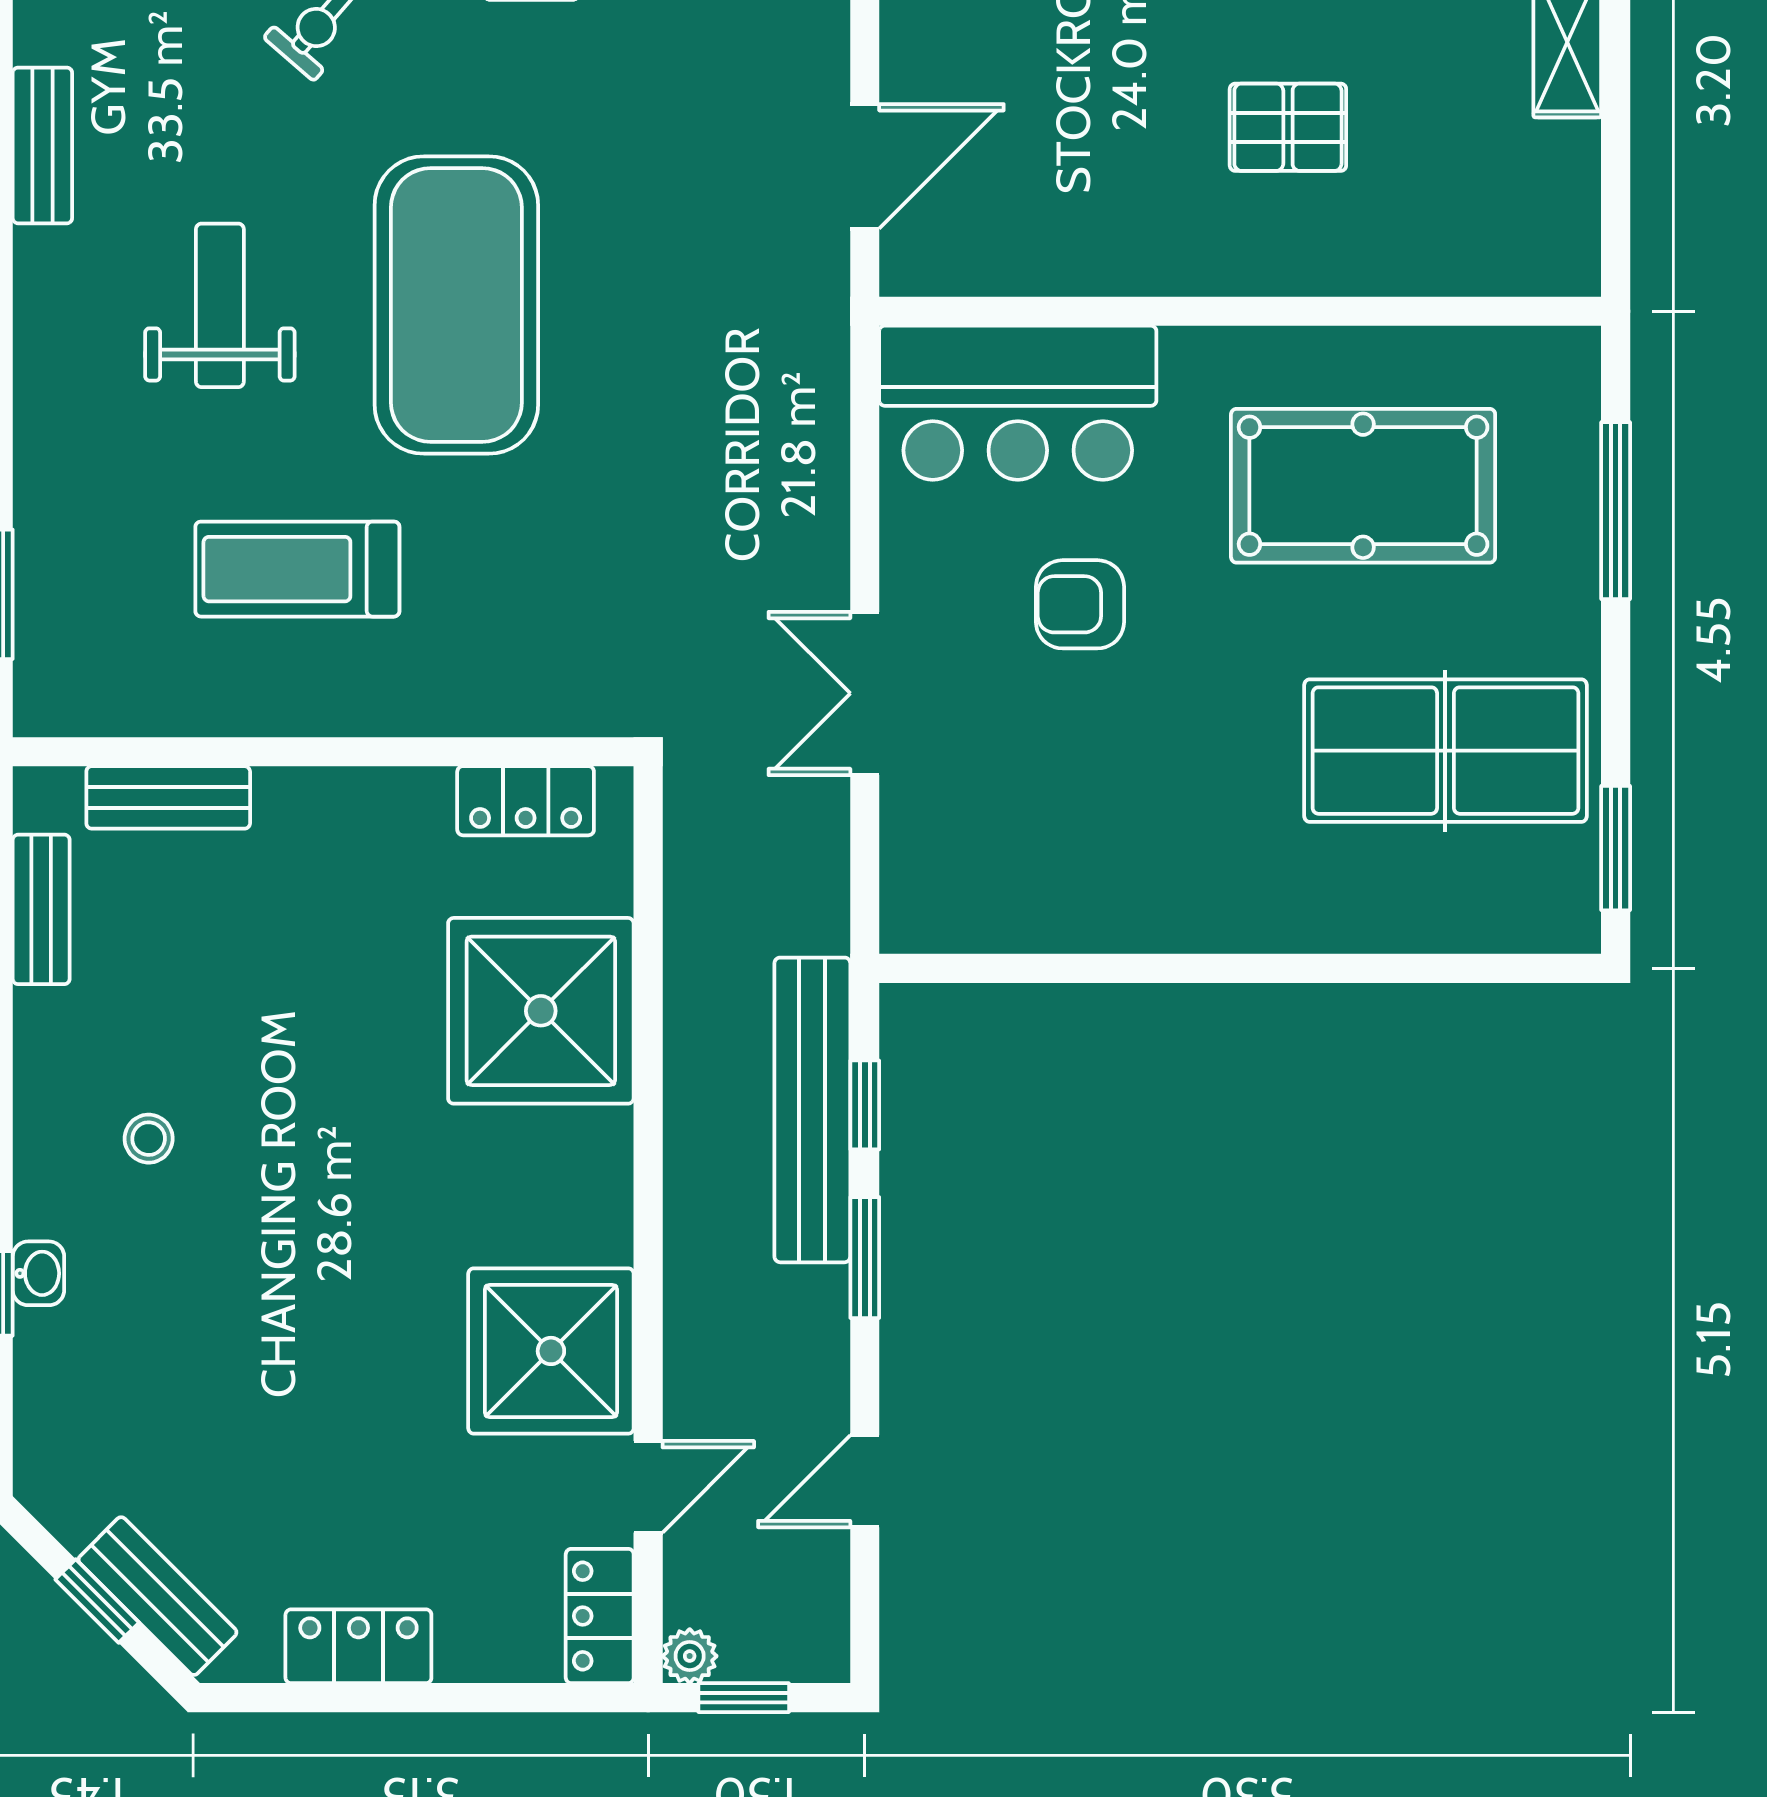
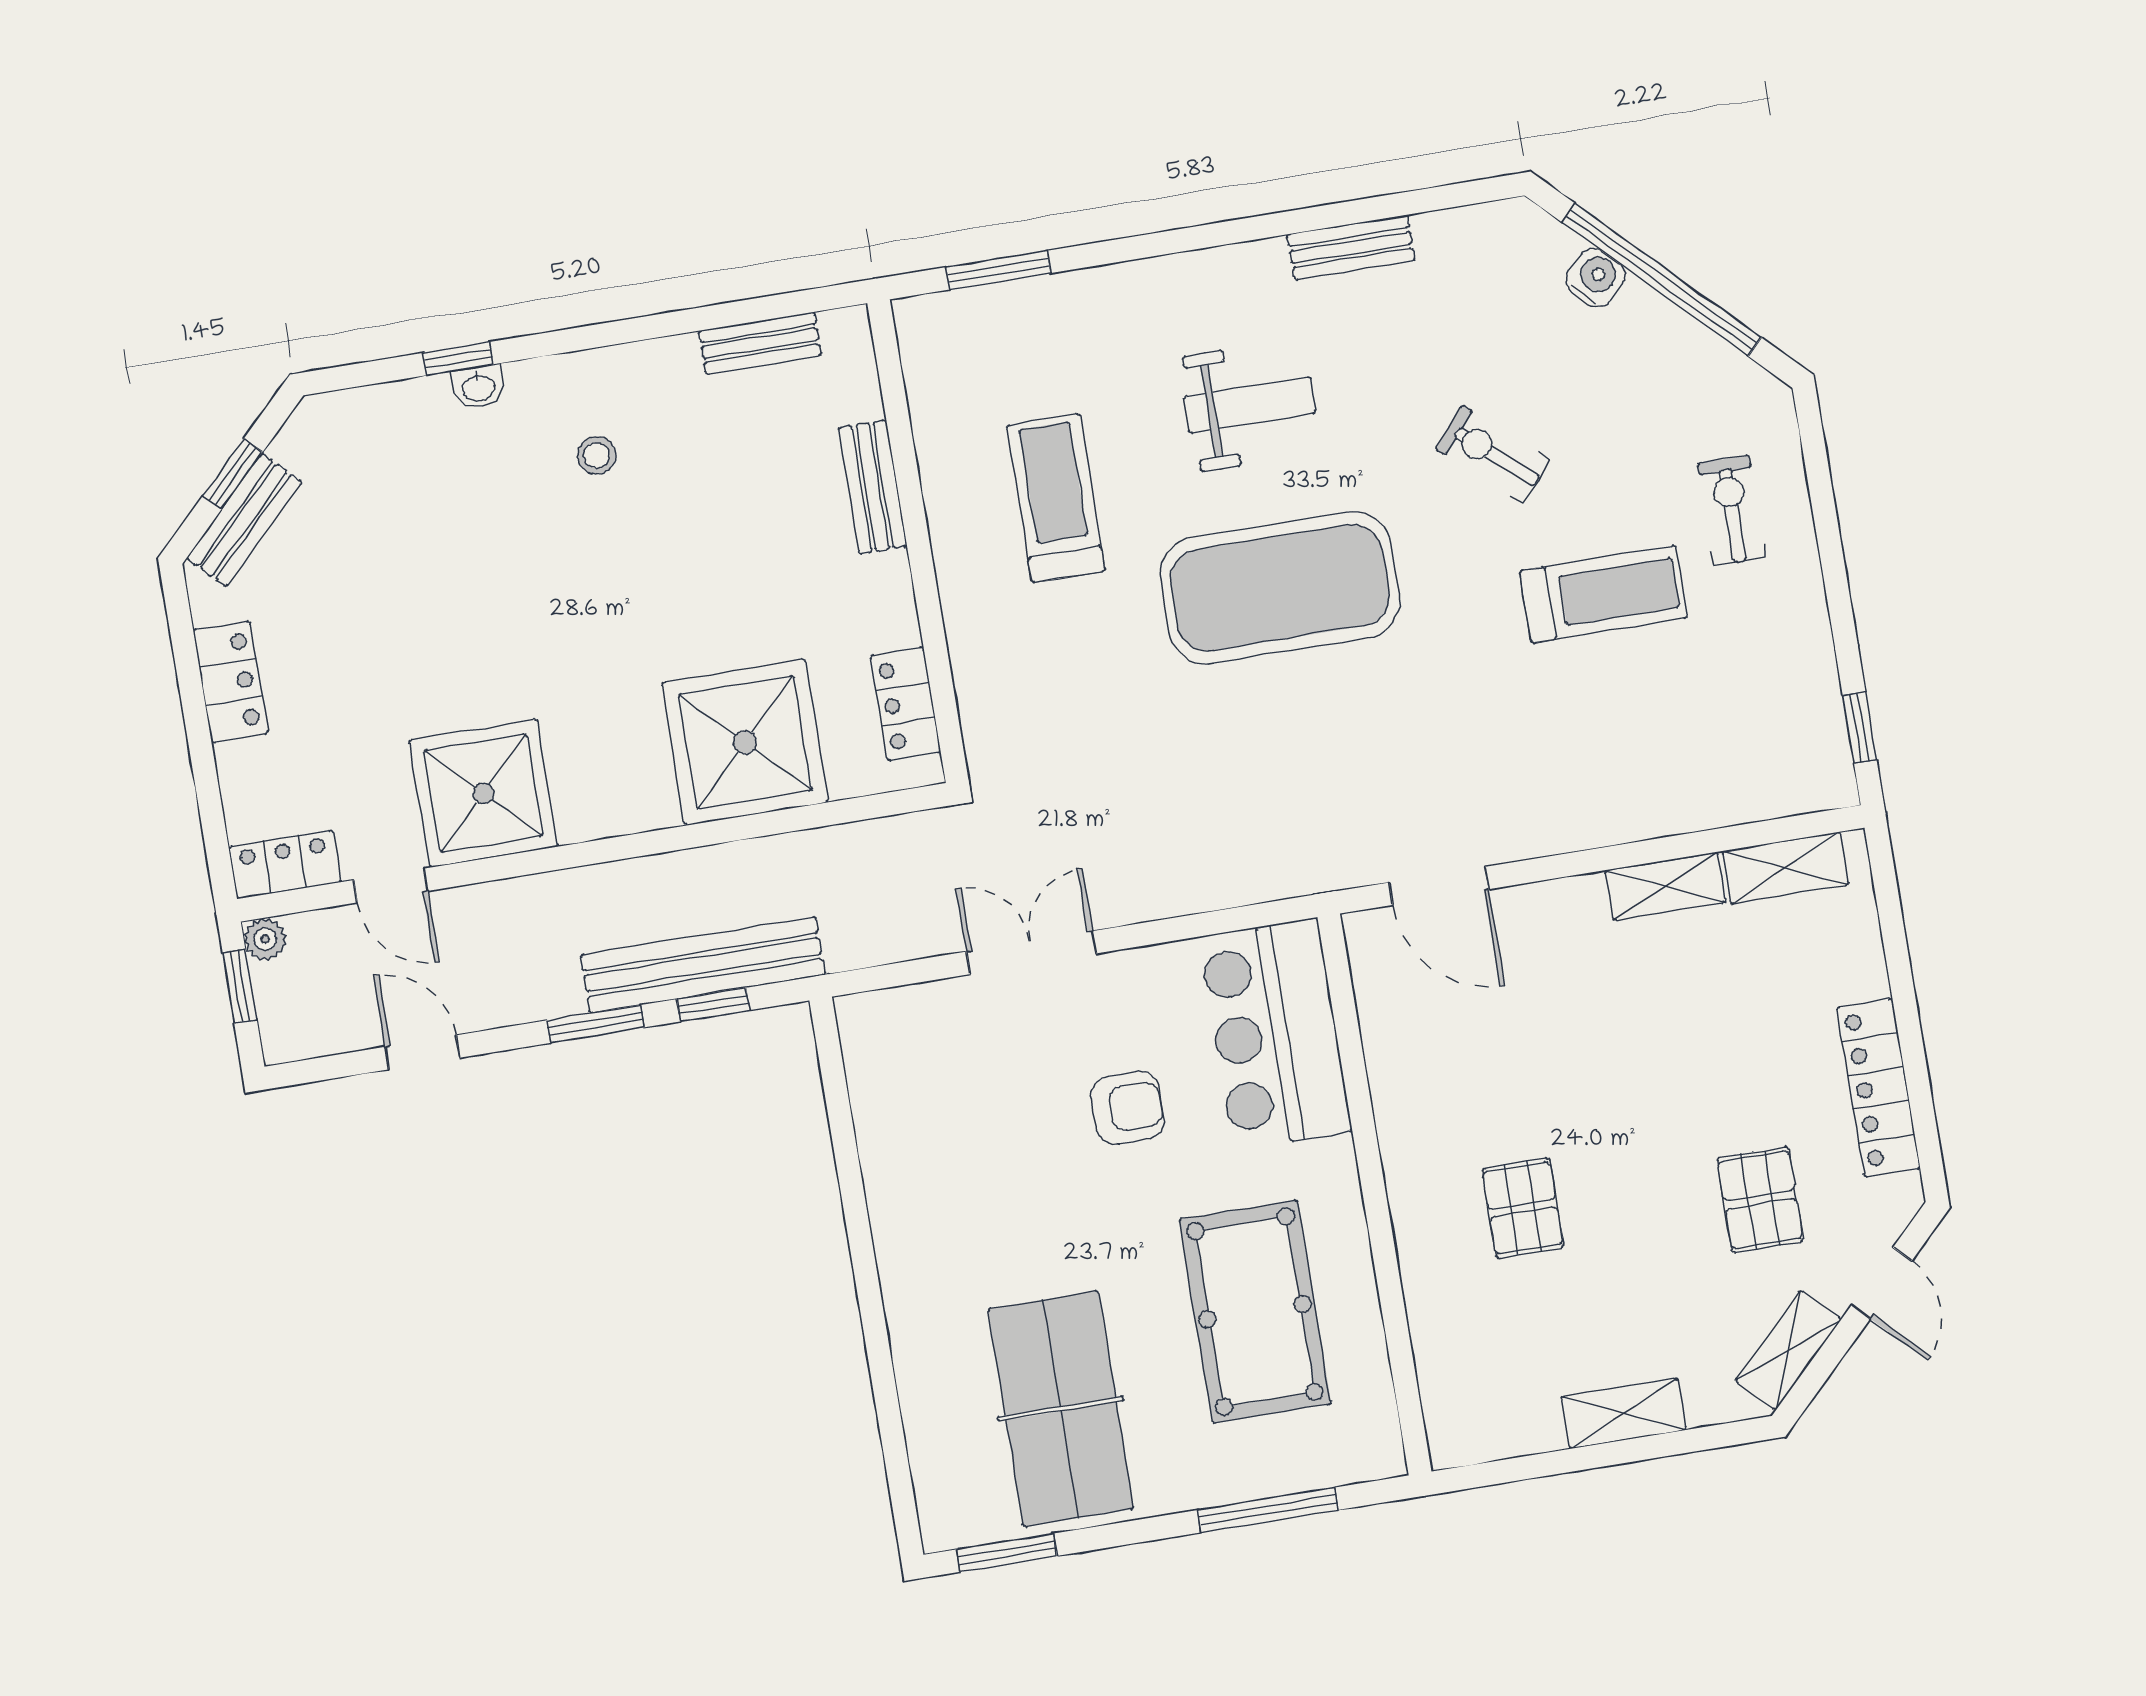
armchair: (1080, 604) -> (1128, 1108), turned 90
bench: (168, 797) -> (873, 487), moved

